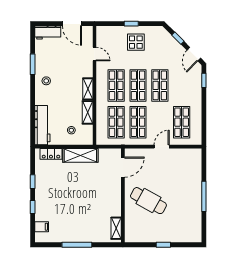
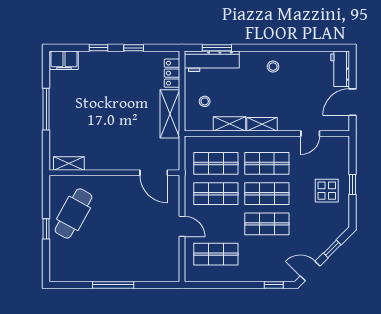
window: (33, 64) -> (217, 48), moved
cafe table: (148, 201) -> (73, 213), moved
filing cabinet: (42, 227) -> (64, 60), width x2.00

